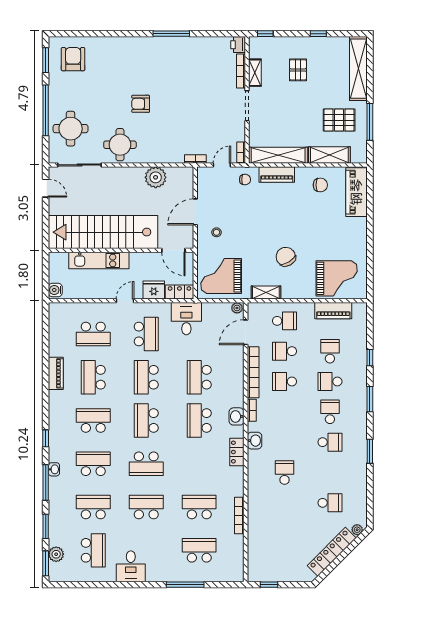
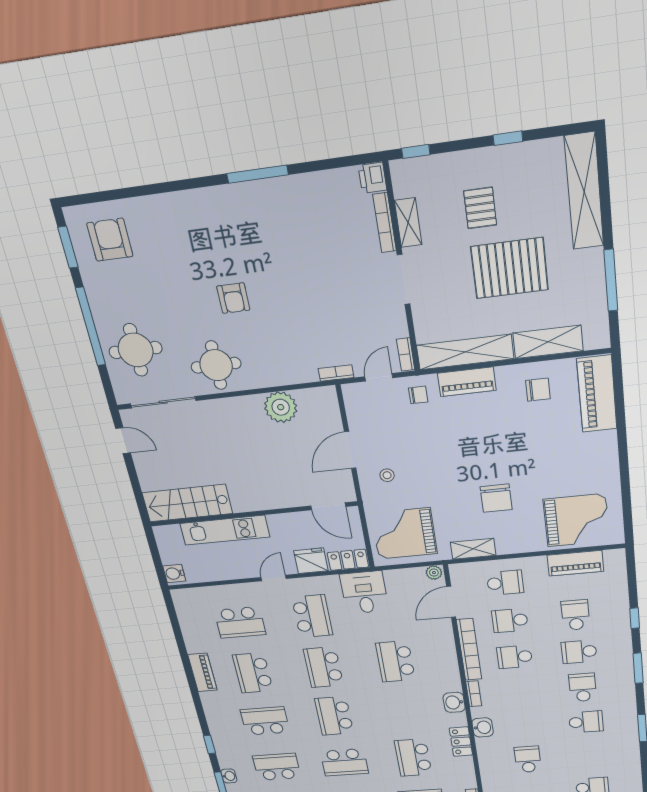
armchair: (141, 104) -> (233, 298), turned -90
pallet: (339, 120) -> (510, 268), moved, width x1.37, depth x1.41
stairs: (103, 232) -> (187, 503), width x0.54, depth x0.66
chair: (286, 257) -> (496, 498), turned -149
school desk: (199, 421) -> (413, 758), moved

